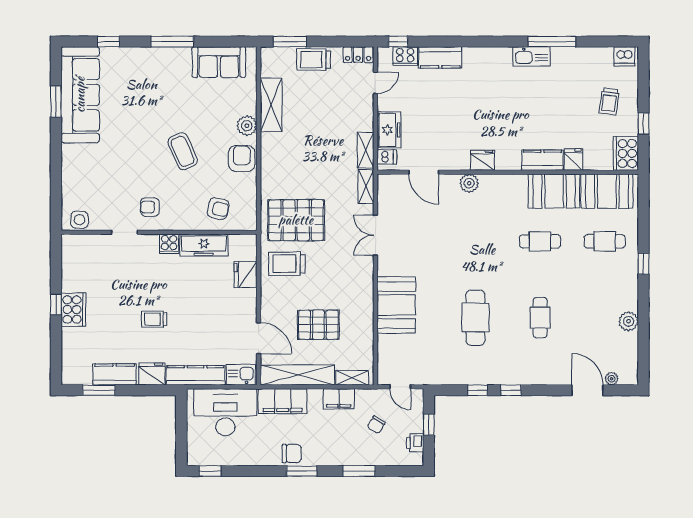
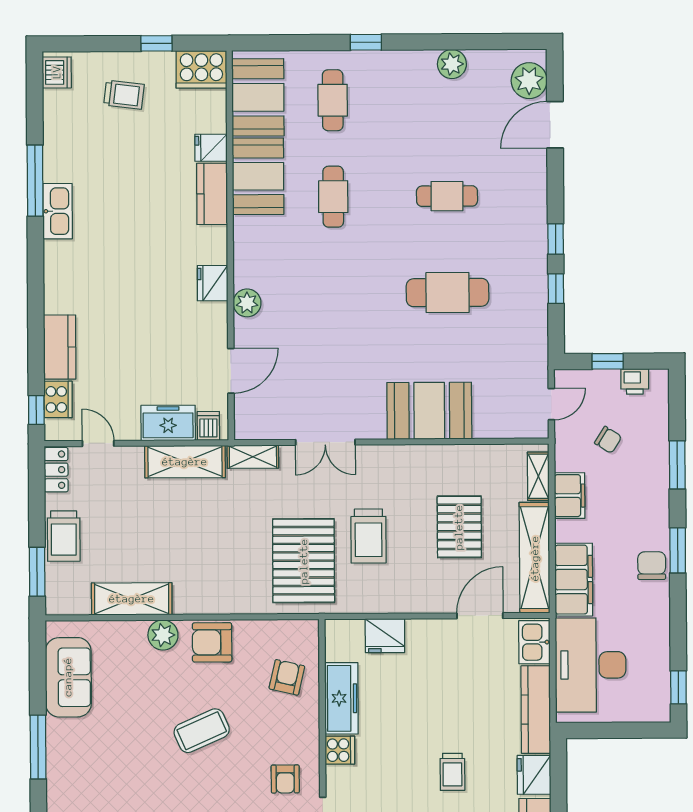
shelving: (366, 150) -> (185, 462), width x1.50, depth x1.33
trolley: (287, 264) -> (369, 536), moved
plant: (612, 379) -> (529, 81), width x1.88, depth x1.88

